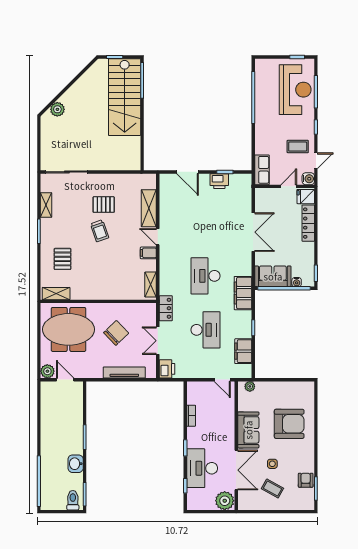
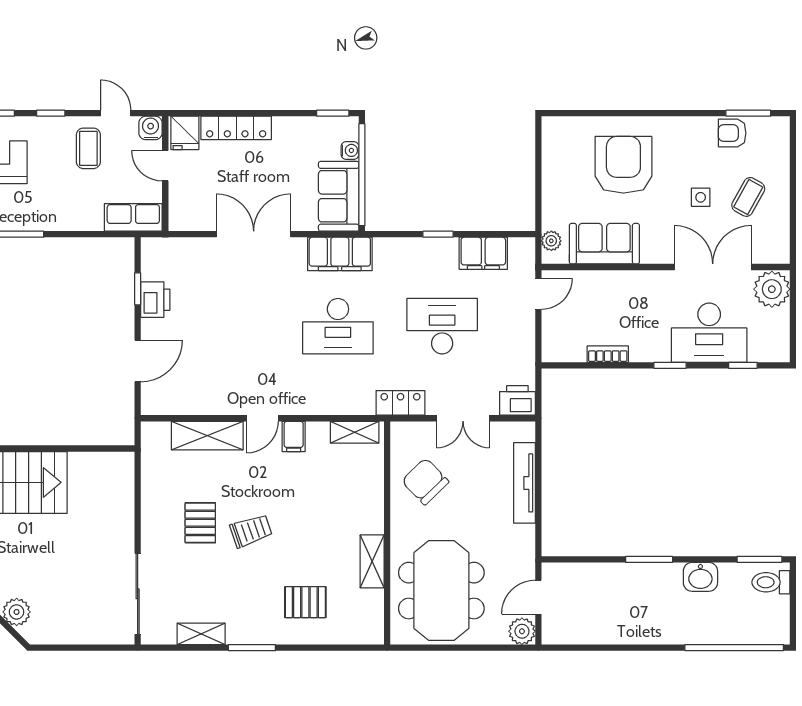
filing cabinet: (243, 293) -> (340, 254), moved
shelving: (56, 294) -> (372, 561), moved
chair: (116, 333) -> (425, 481), moved
sofa: (248, 430) -> (604, 244), moved

